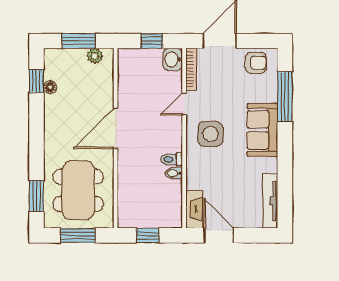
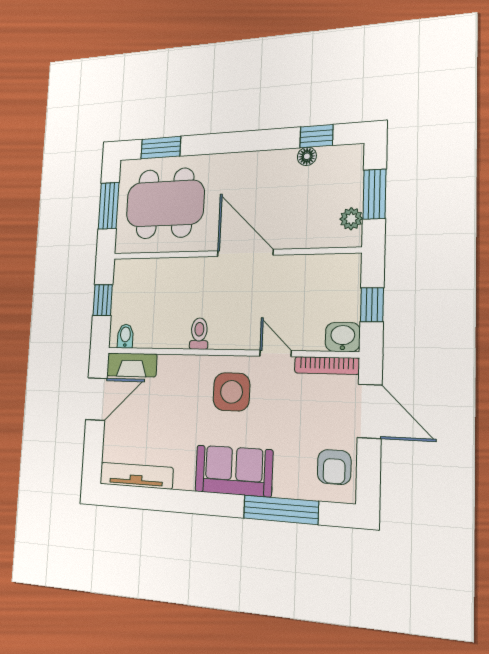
bidet: (174, 173) -> (125, 336), moved

